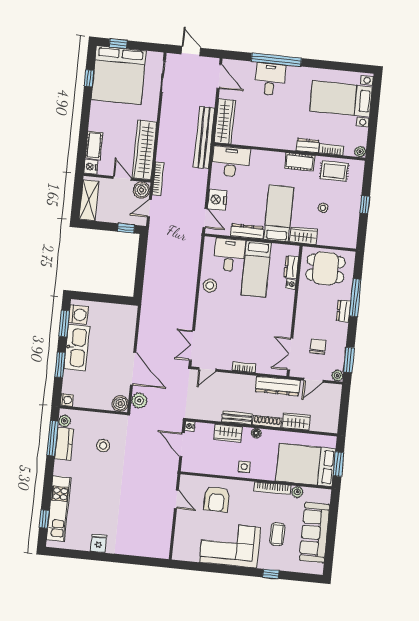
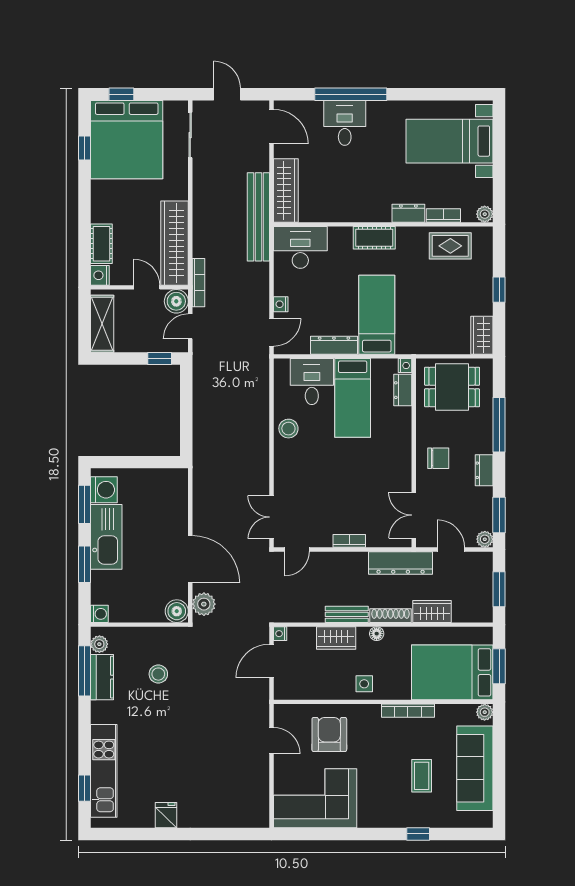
cot: (300, 162) -> (374, 238), moved
nightstand: (217, 200) -> (281, 304), width x0.53, depth x0.56
stool: (323, 208) -> (440, 300), removed
door: (205, 218) -> (271, 332), hinge flipped
wardrobe: (303, 236) -> (482, 335), moved, turned -90
nightstand: (291, 284) -> (405, 366), moved
dresser: (343, 311) -> (484, 470), moved
chair: (318, 346) -> (438, 458), moved, turned 90
door: (313, 380) -> (451, 549), swing flipped
window: (344, 411) -> (499, 589), added
door: (182, 445) -> (271, 661), hinge flipped
plant: (297, 492) -> (485, 712), moved
armchair: (217, 499) -> (329, 734), turned 180
corner sofa: (230, 545) -> (315, 798), moved

